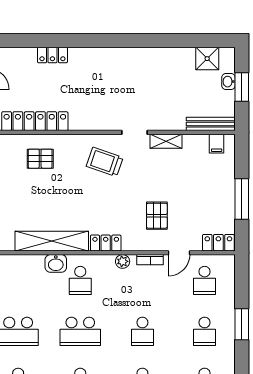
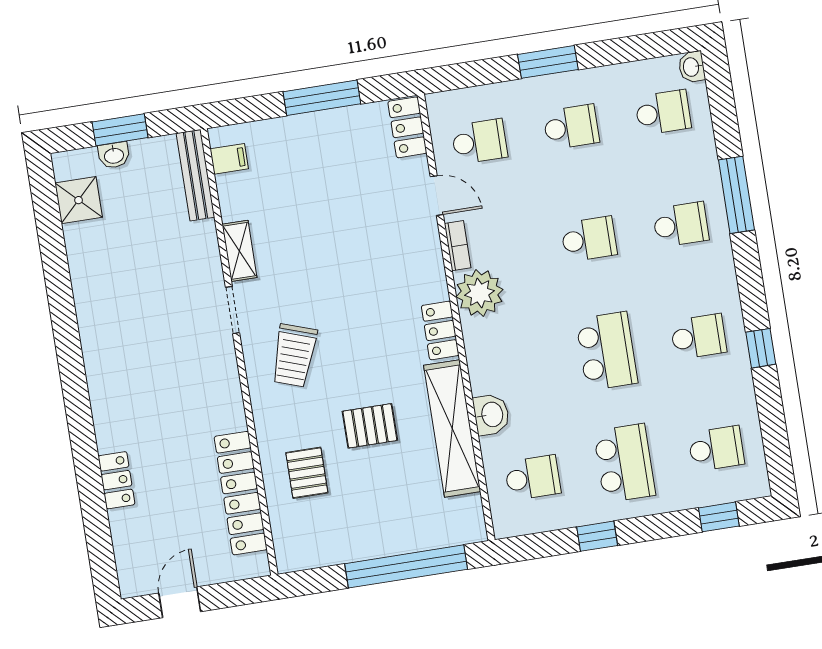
pallet: (157, 216) -> (370, 426), moved
plant: (123, 261) -> (480, 293), width x1.88, depth x1.88
school desk: (80, 280) -> (533, 478), moved

